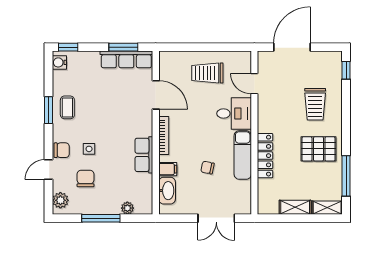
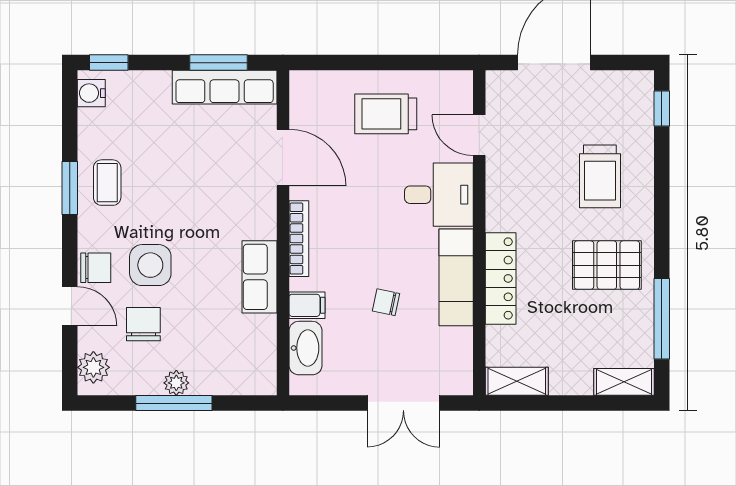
side table: (89, 149) -> (150, 265), width x1.87, depth x1.87
door: (49, 170) -> (70, 306), swing flipped
shelving: (295, 207) -> (517, 381), moved
plant: (127, 208) -> (176, 383), moved

